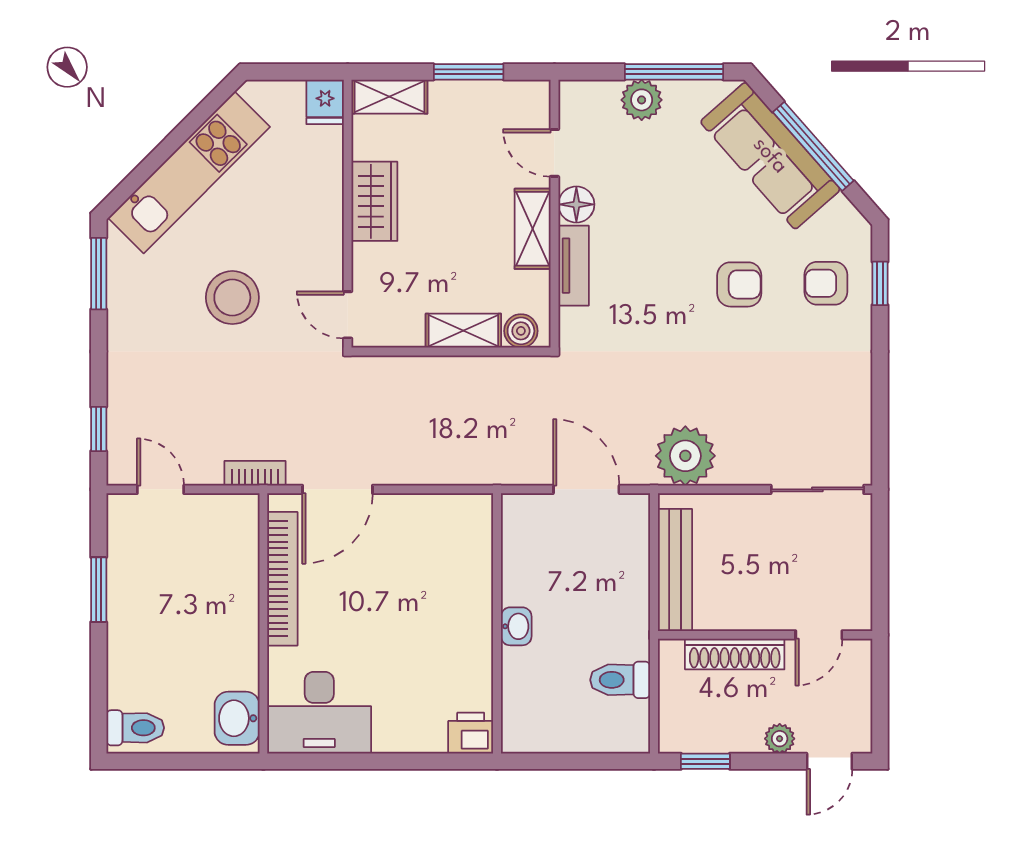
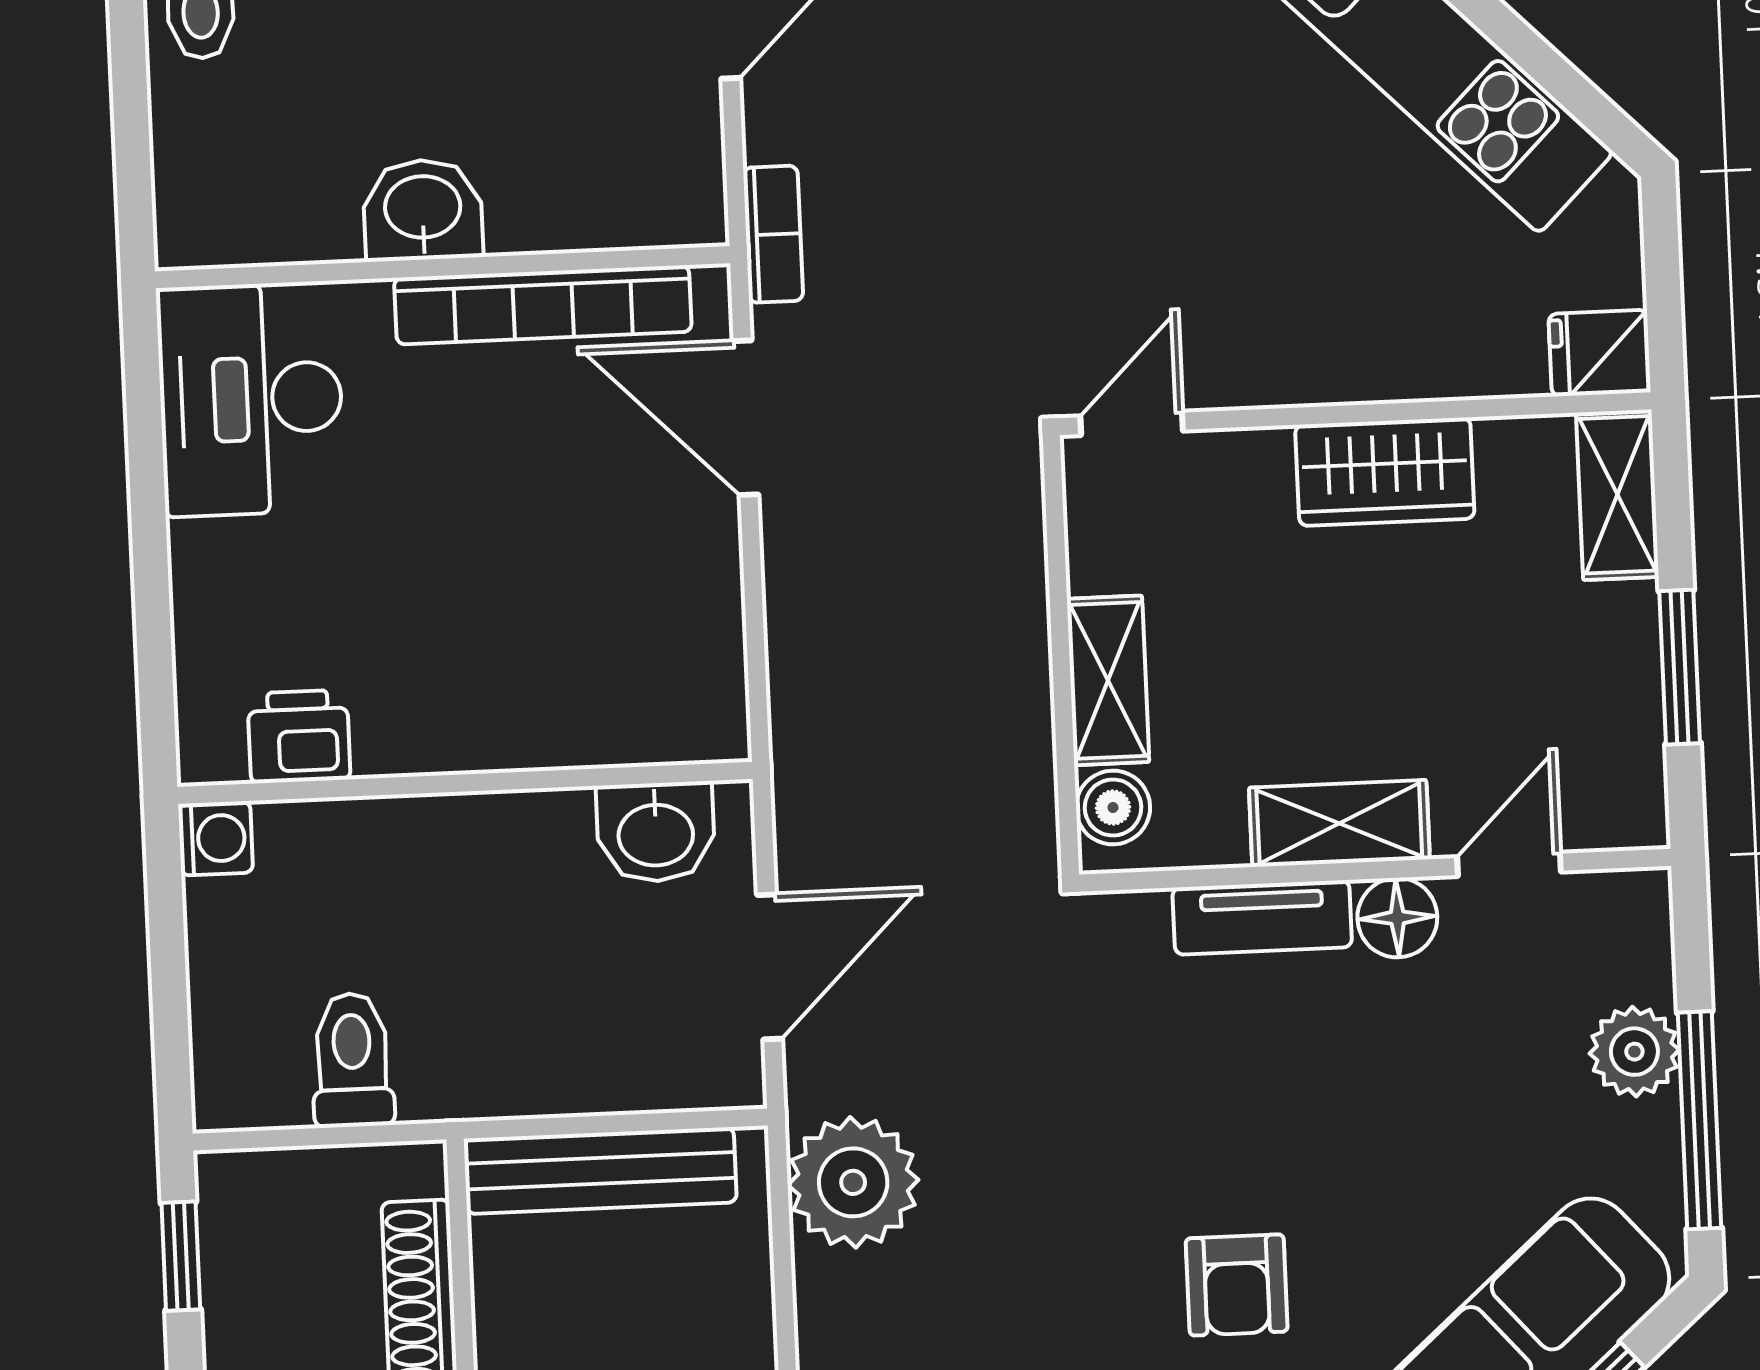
stool: (232, 298) -> (1159, 167), removed
washbasin: (516, 626) -> (656, 832), moved, width x1.38, depth x1.45
washbasin: (237, 718) -> (423, 210), moved
printer: (471, 733) -> (299, 736), moved, turned -90
washing machine: (517, 737) -> (216, 838), added

